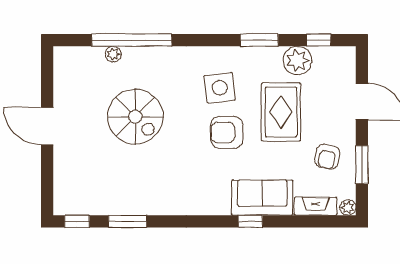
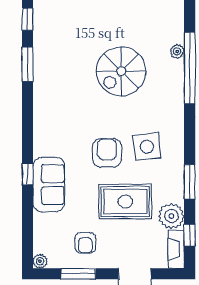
armchair: (327, 157) -> (85, 243), turned -101
fireplace: (316, 206) -> (176, 249), moved, turned 180

